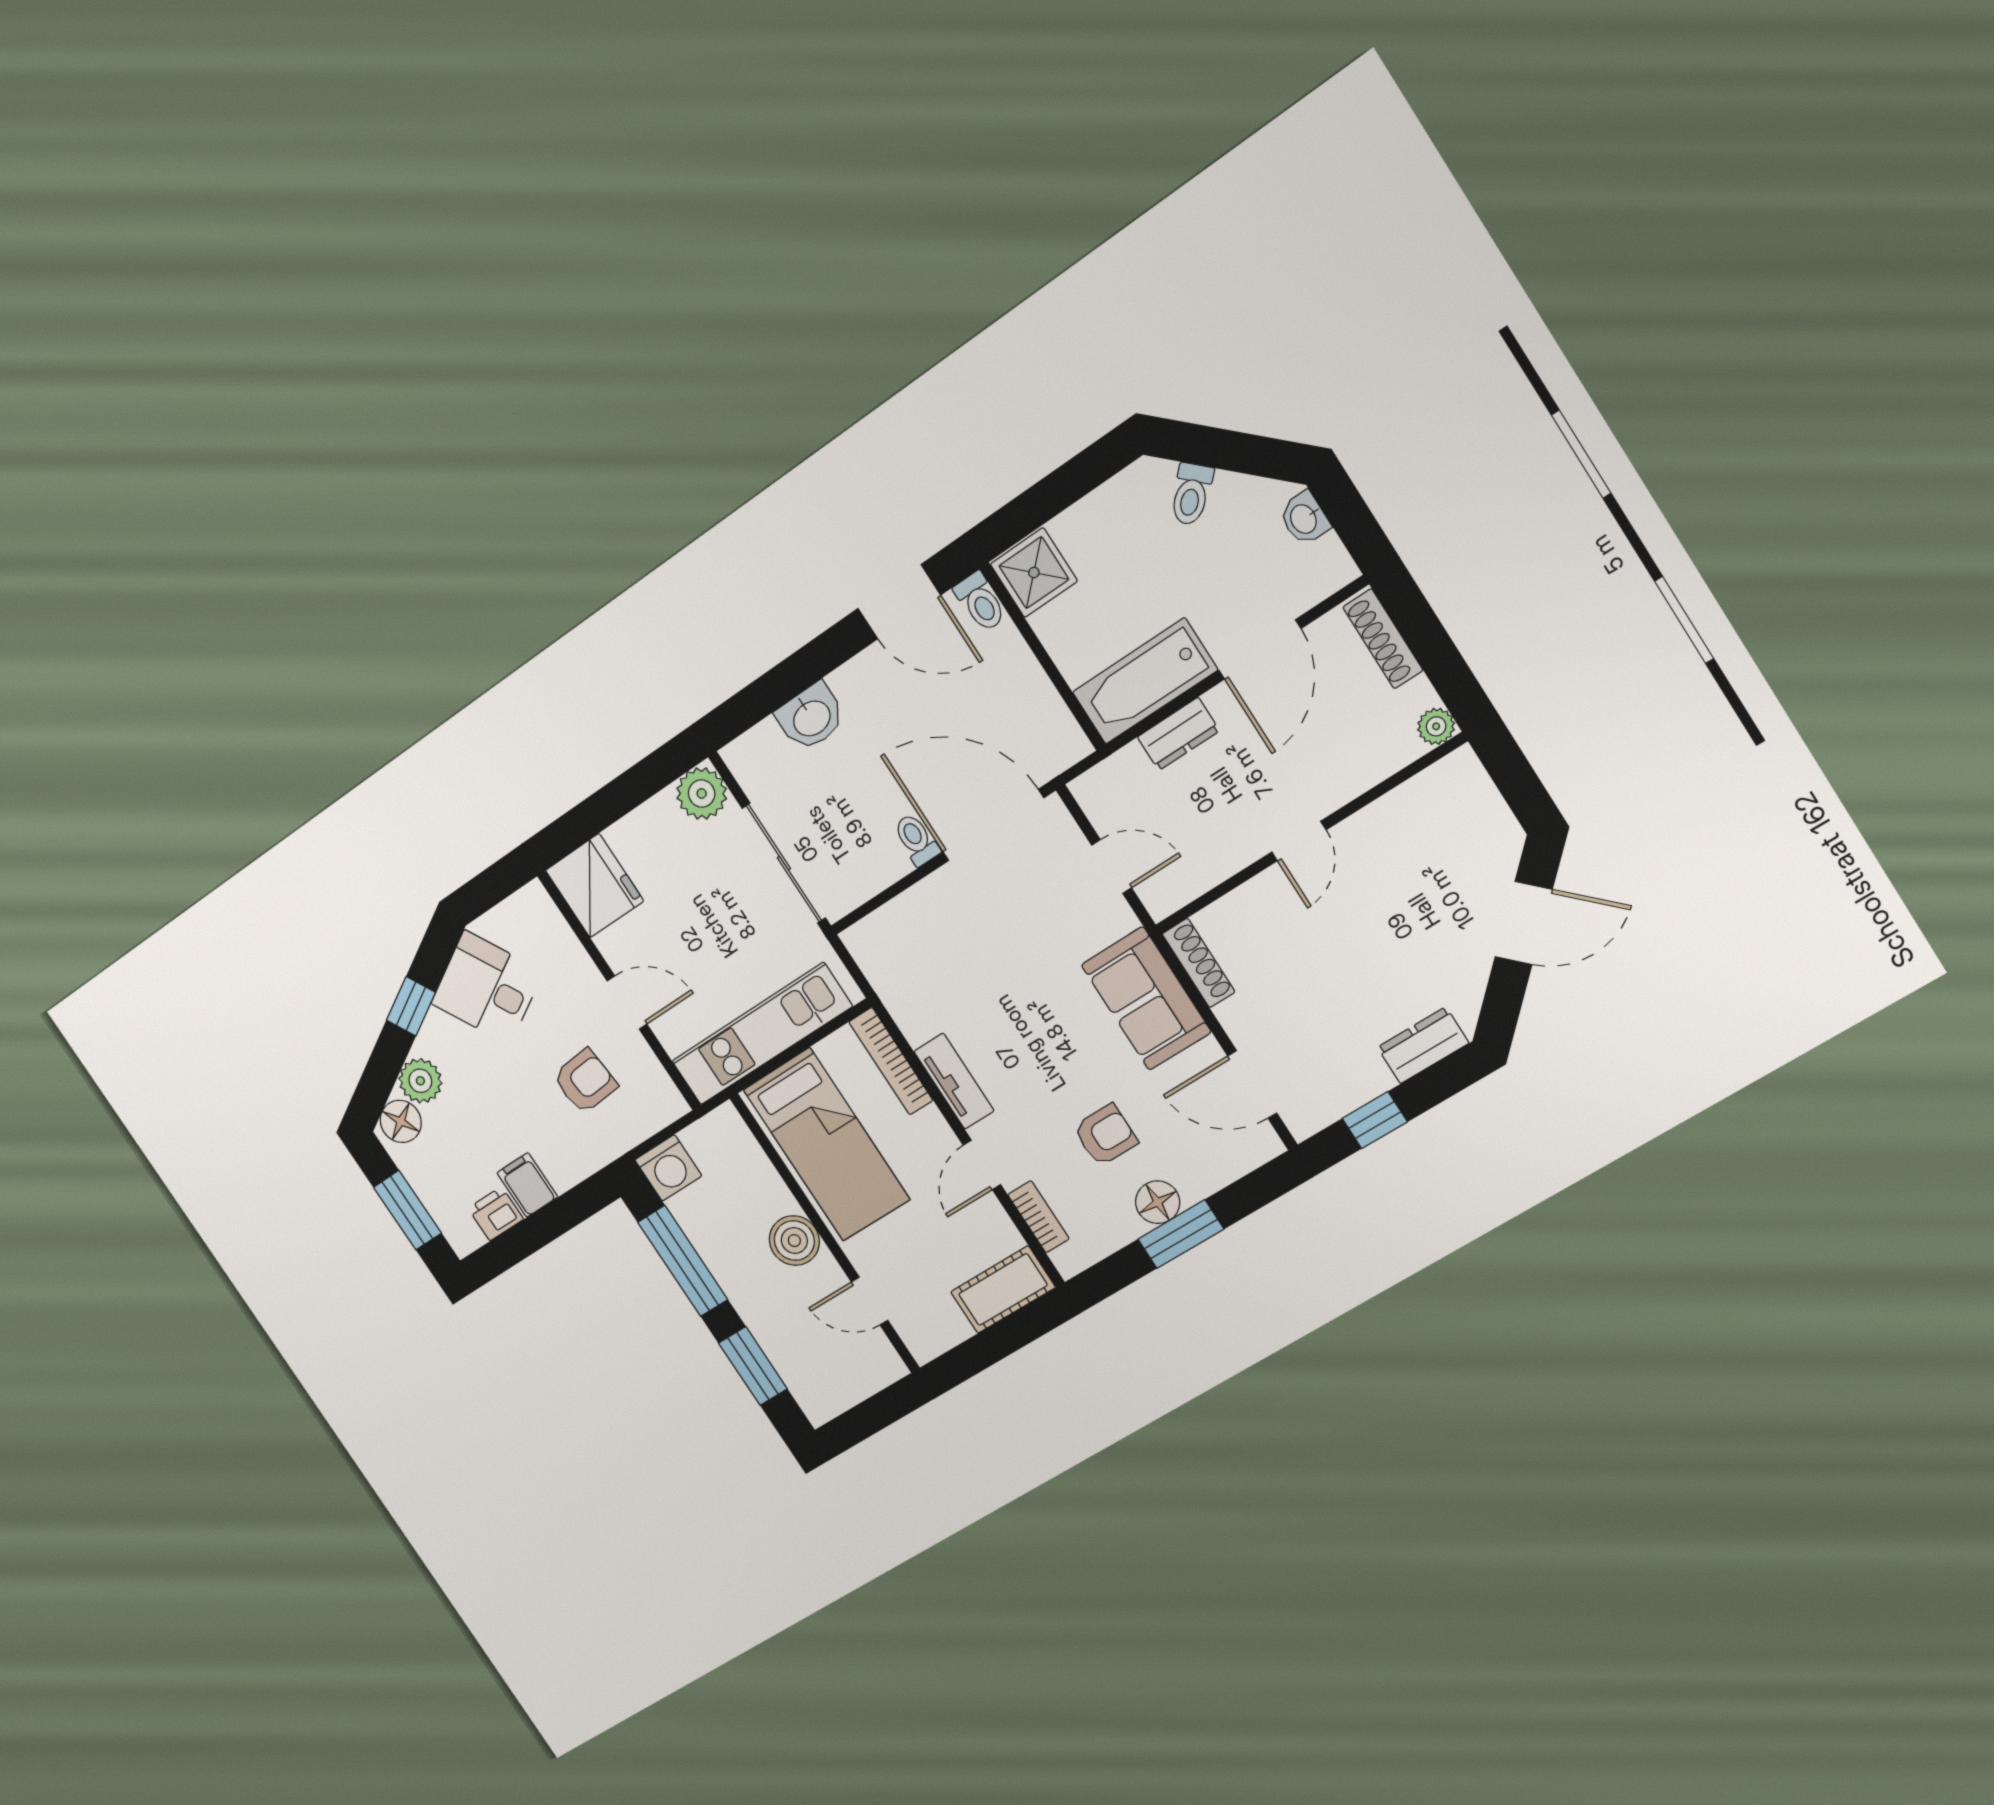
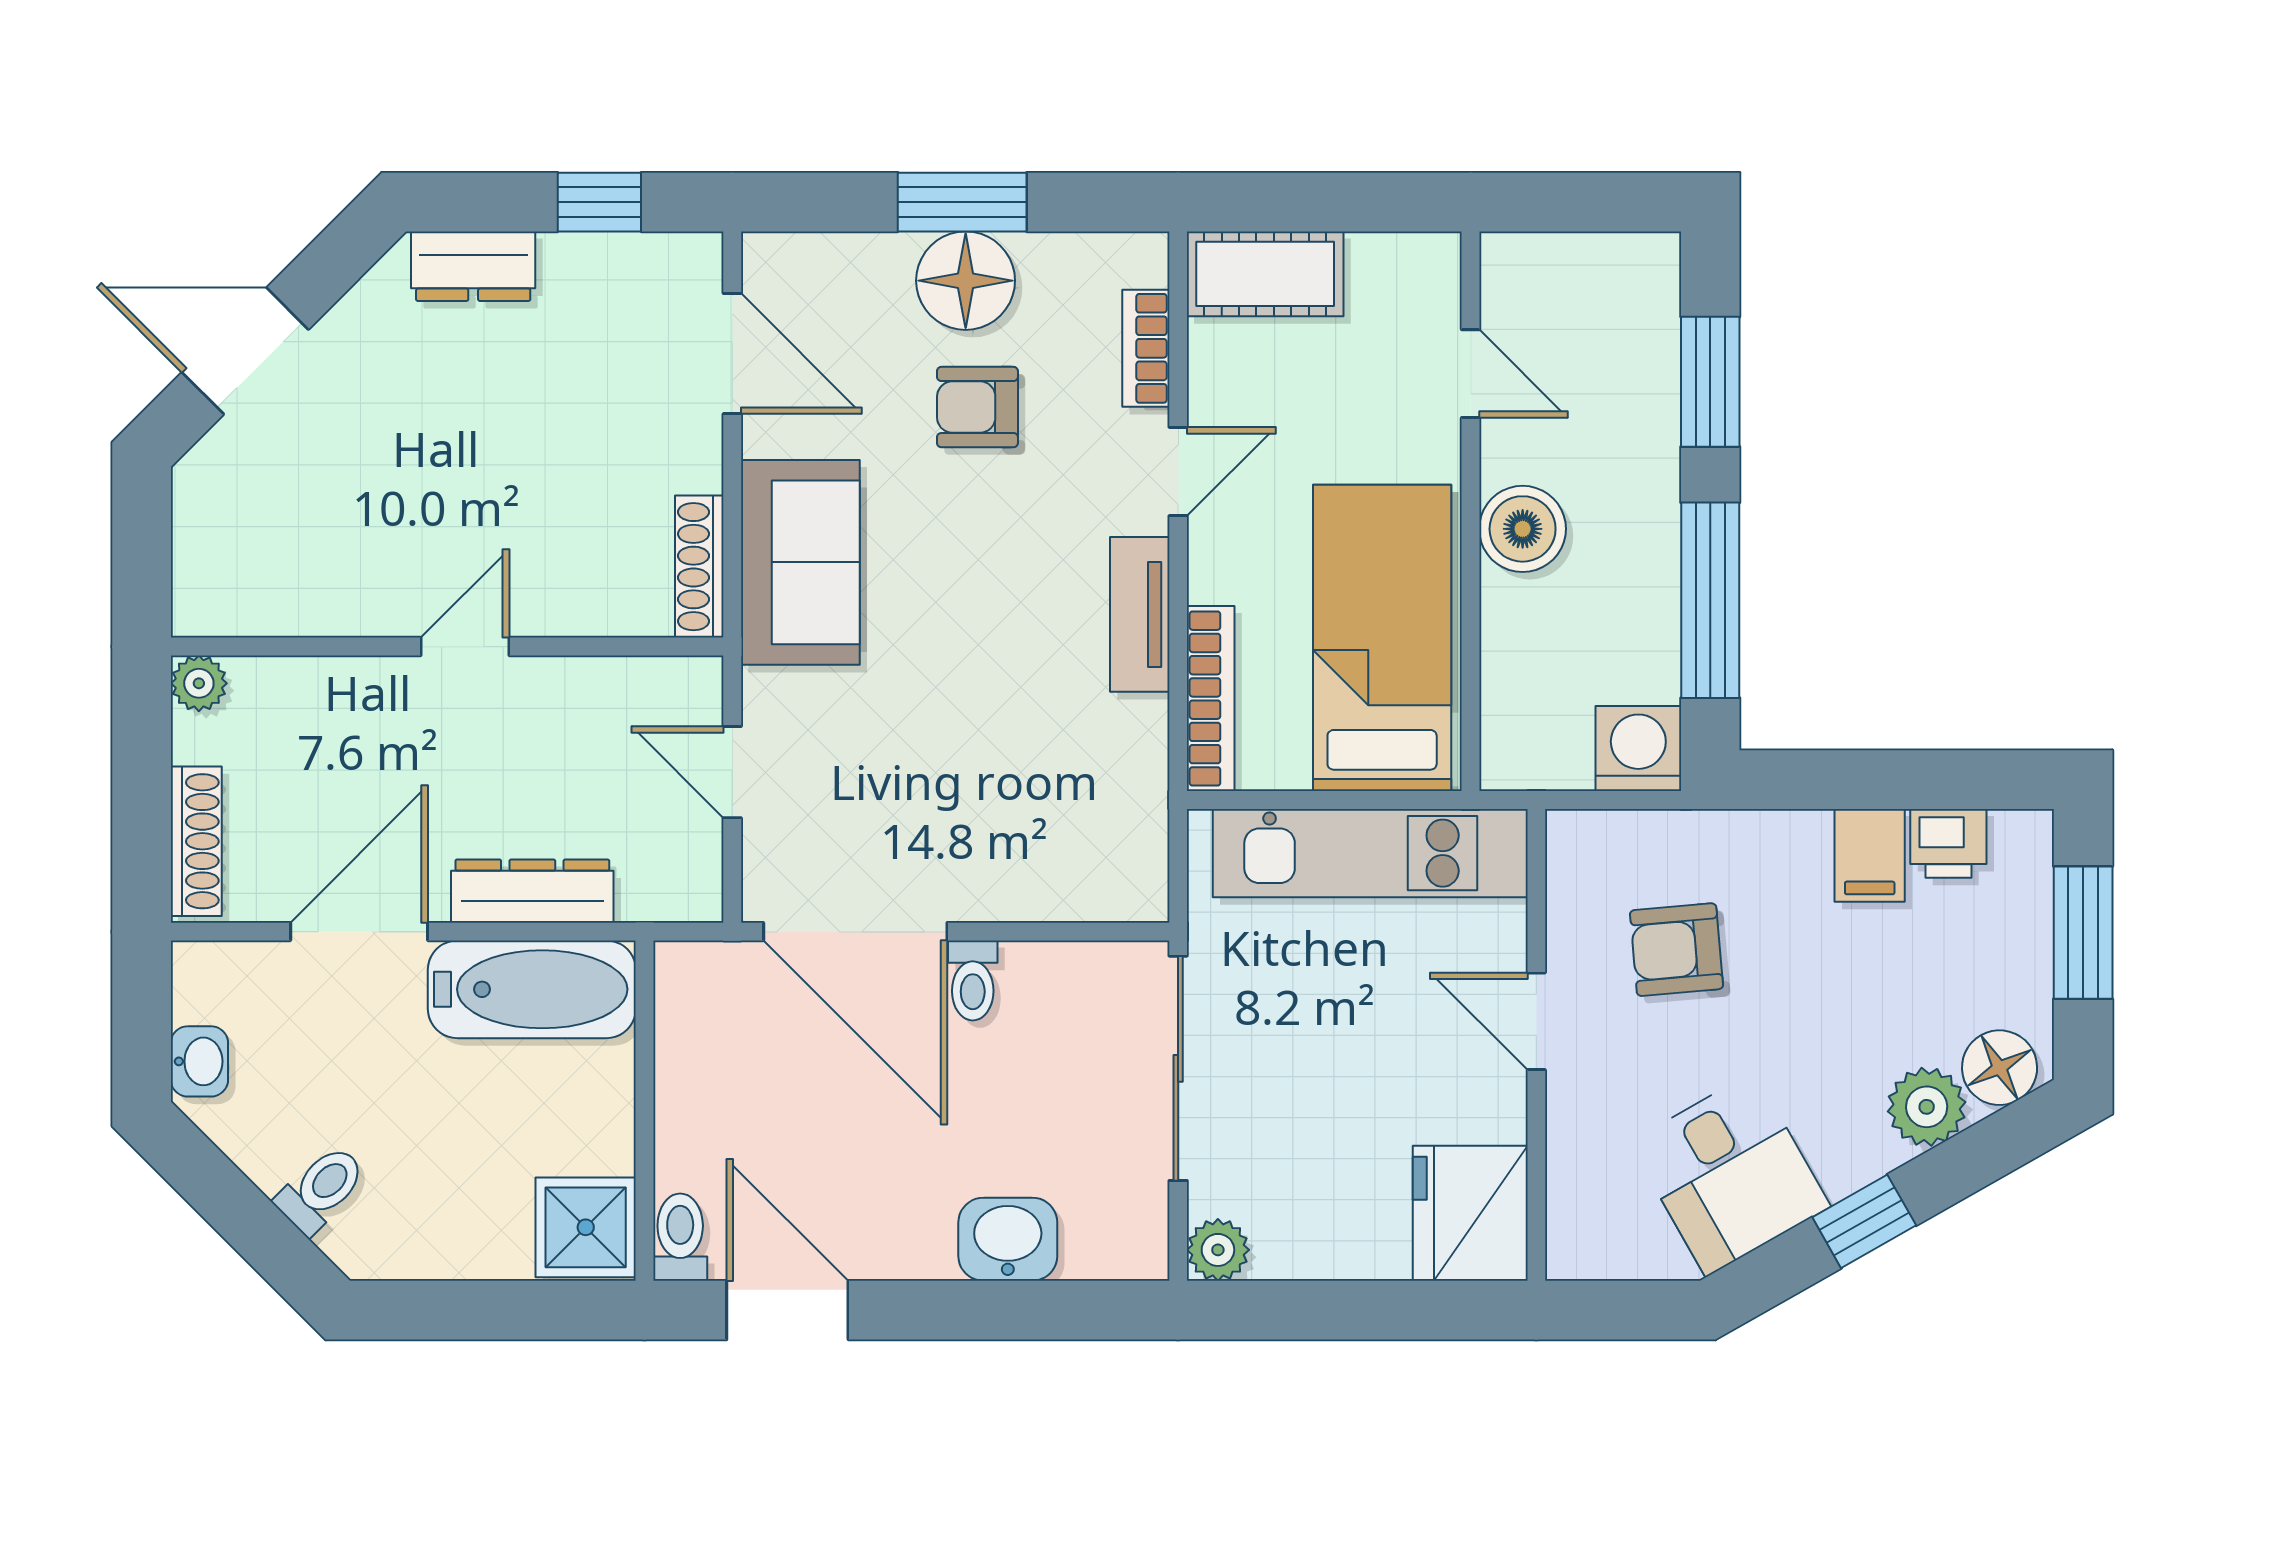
dresser: (1178, 734) -> (532, 891), width x1.44
plant: (702, 794) -> (1218, 1250), width x0.73, depth x0.73
floor lamp: (1158, 1202) -> (966, 281), width x1.38, depth x1.38

